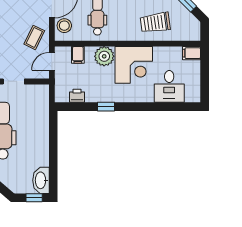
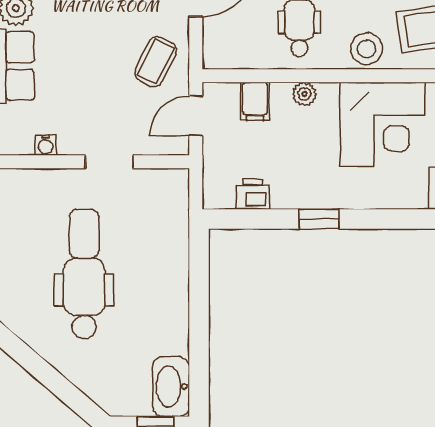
stool: (64, 26) -> (366, 49), moved
plant: (104, 56) -> (304, 94), width x0.53, depth x0.53

